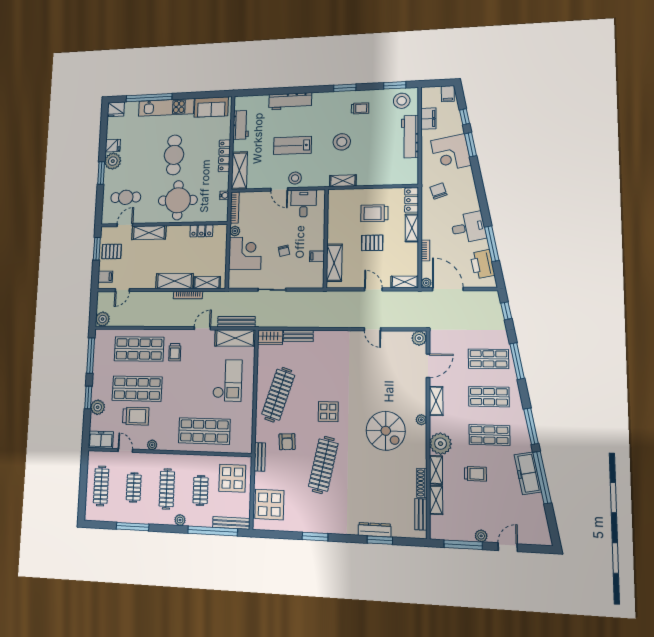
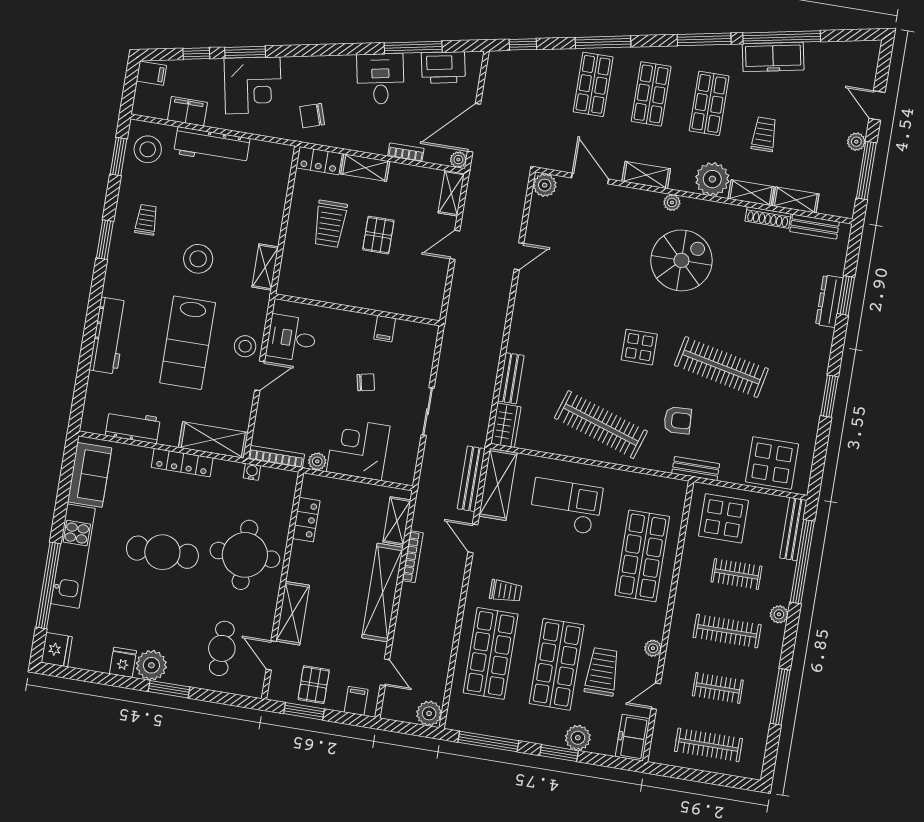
lab bench: (292, 145) -> (188, 343), width x1.36, depth x1.39
shelving: (334, 263) -> (400, 302), removed
shelving: (174, 281) -> (382, 593), width x1.47

